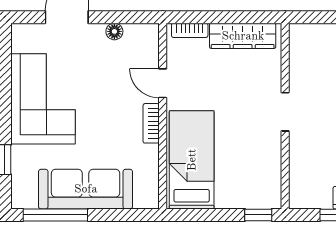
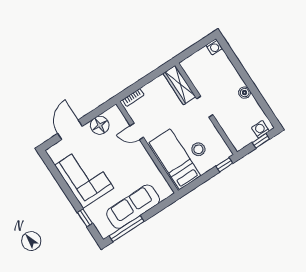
floor lamp: (114, 31) -> (100, 125), width x1.89, depth x1.89
wardrobe: (243, 36) -> (179, 85), moved, turned 90
bookcase: (151, 123) -> (144, 154), removed
stool: (235, 168) -> (198, 149), added

